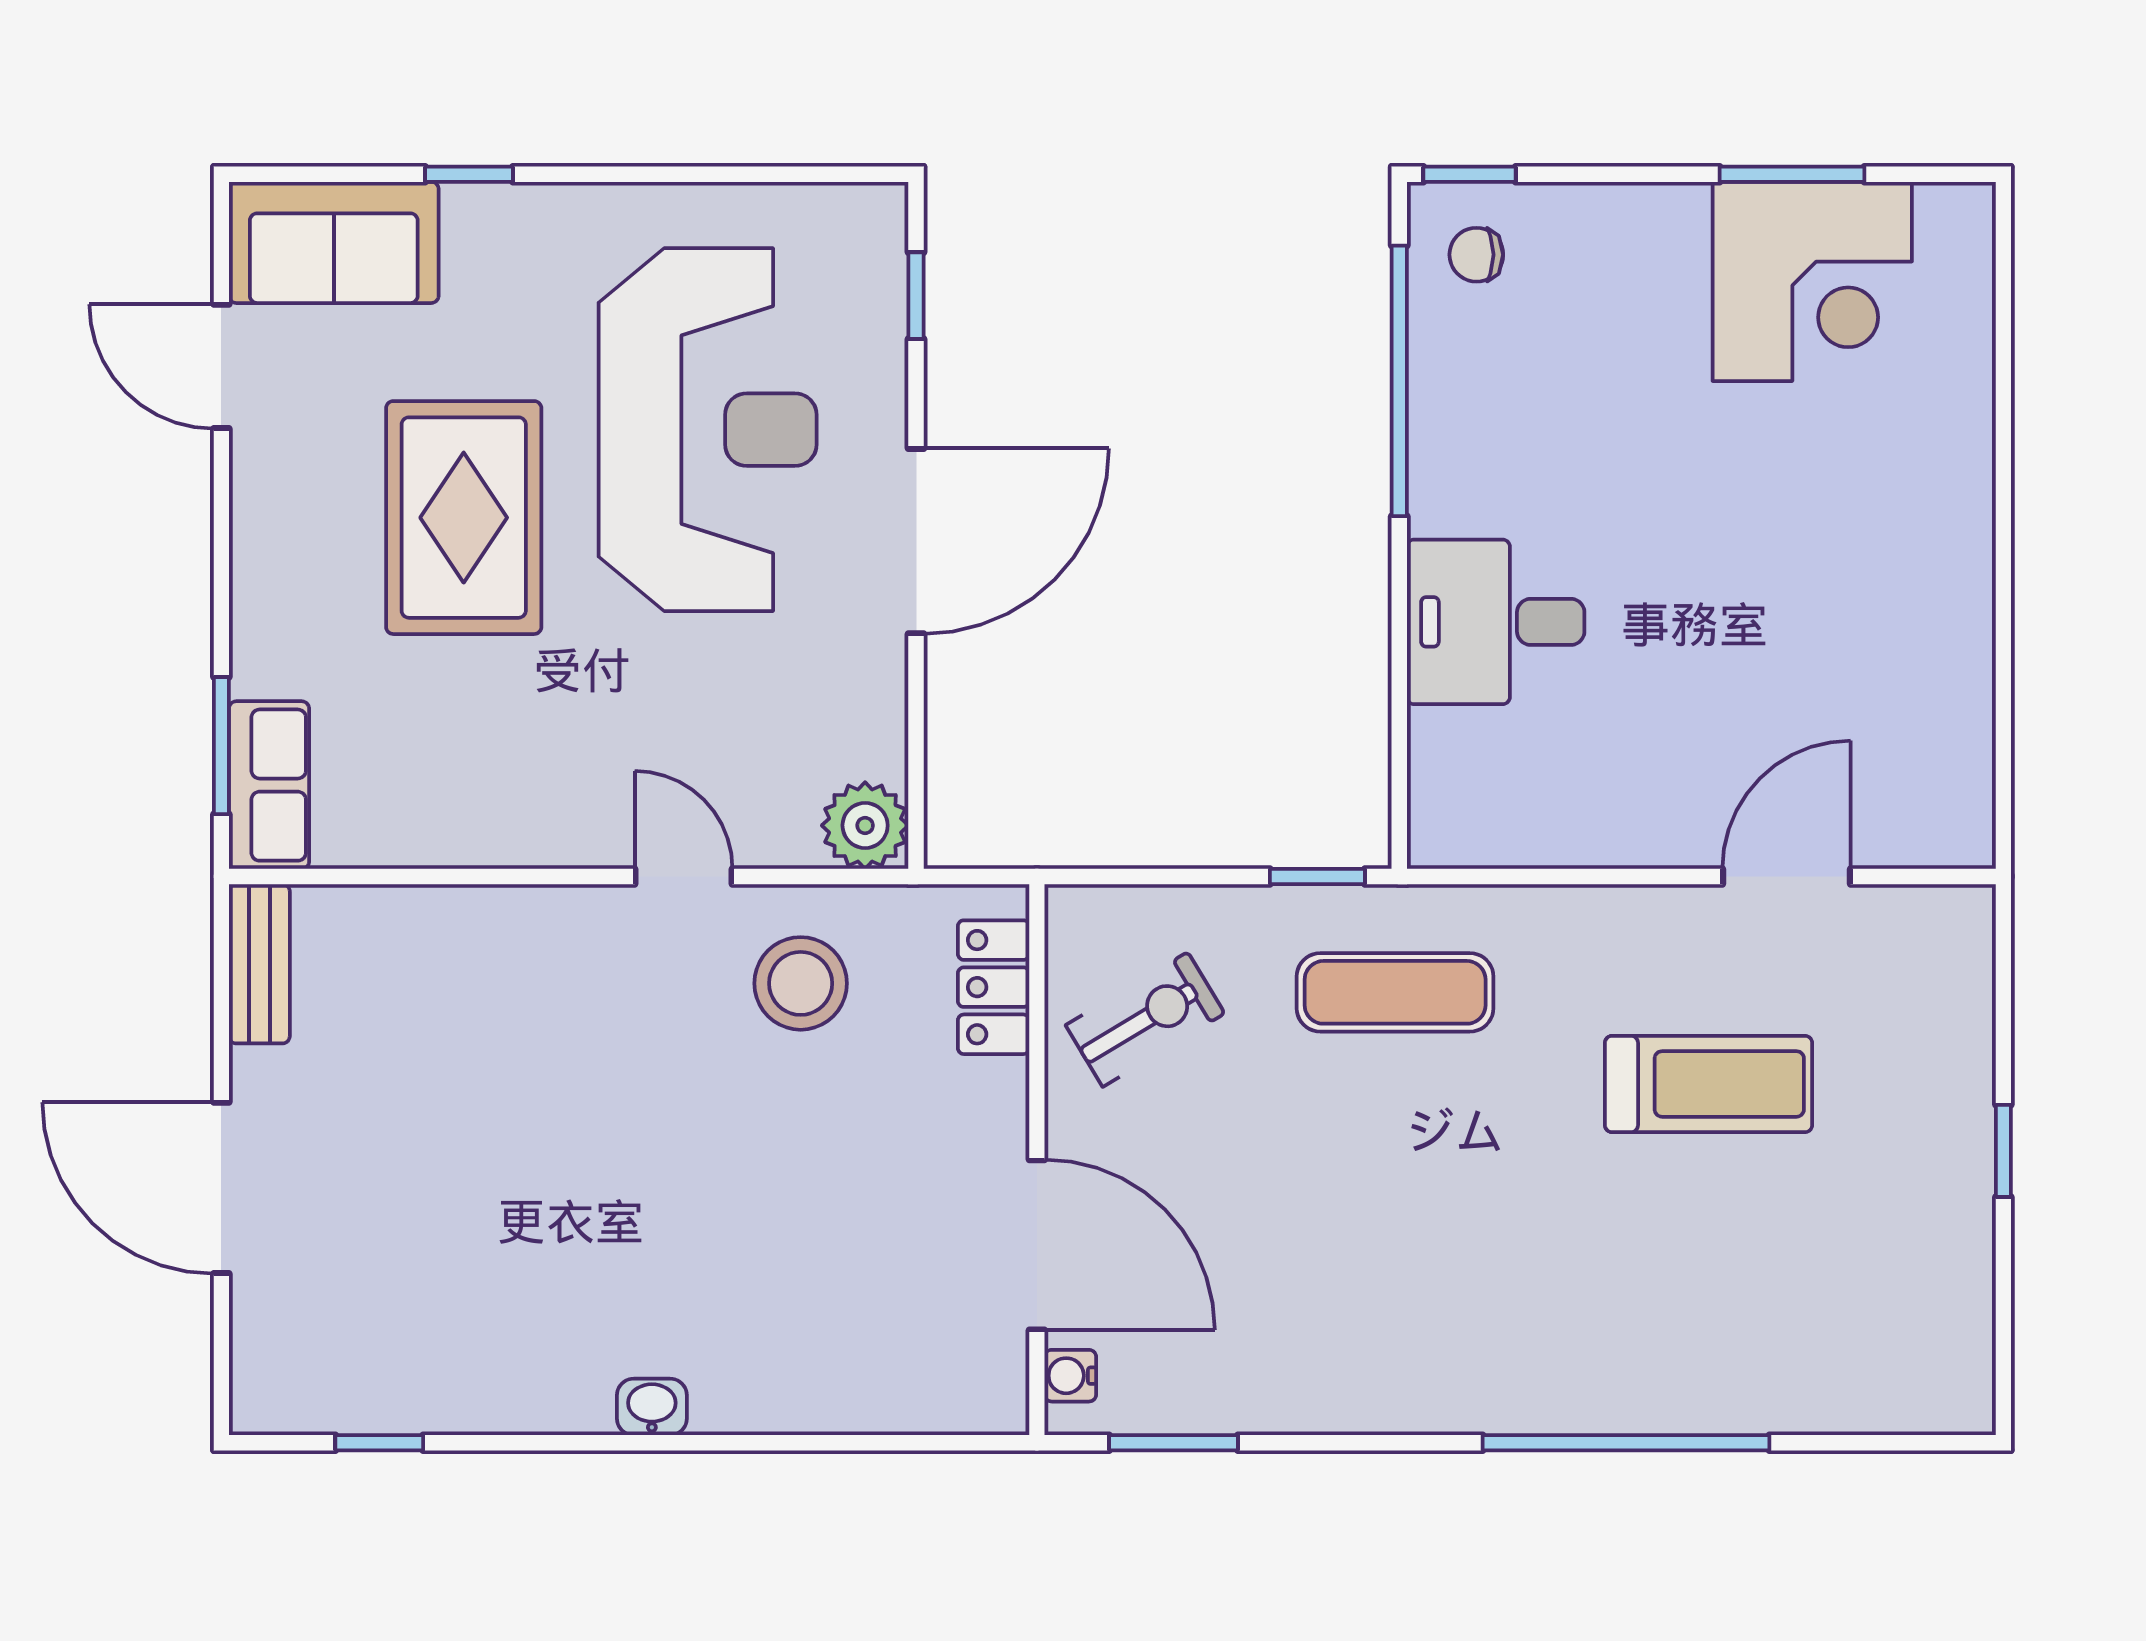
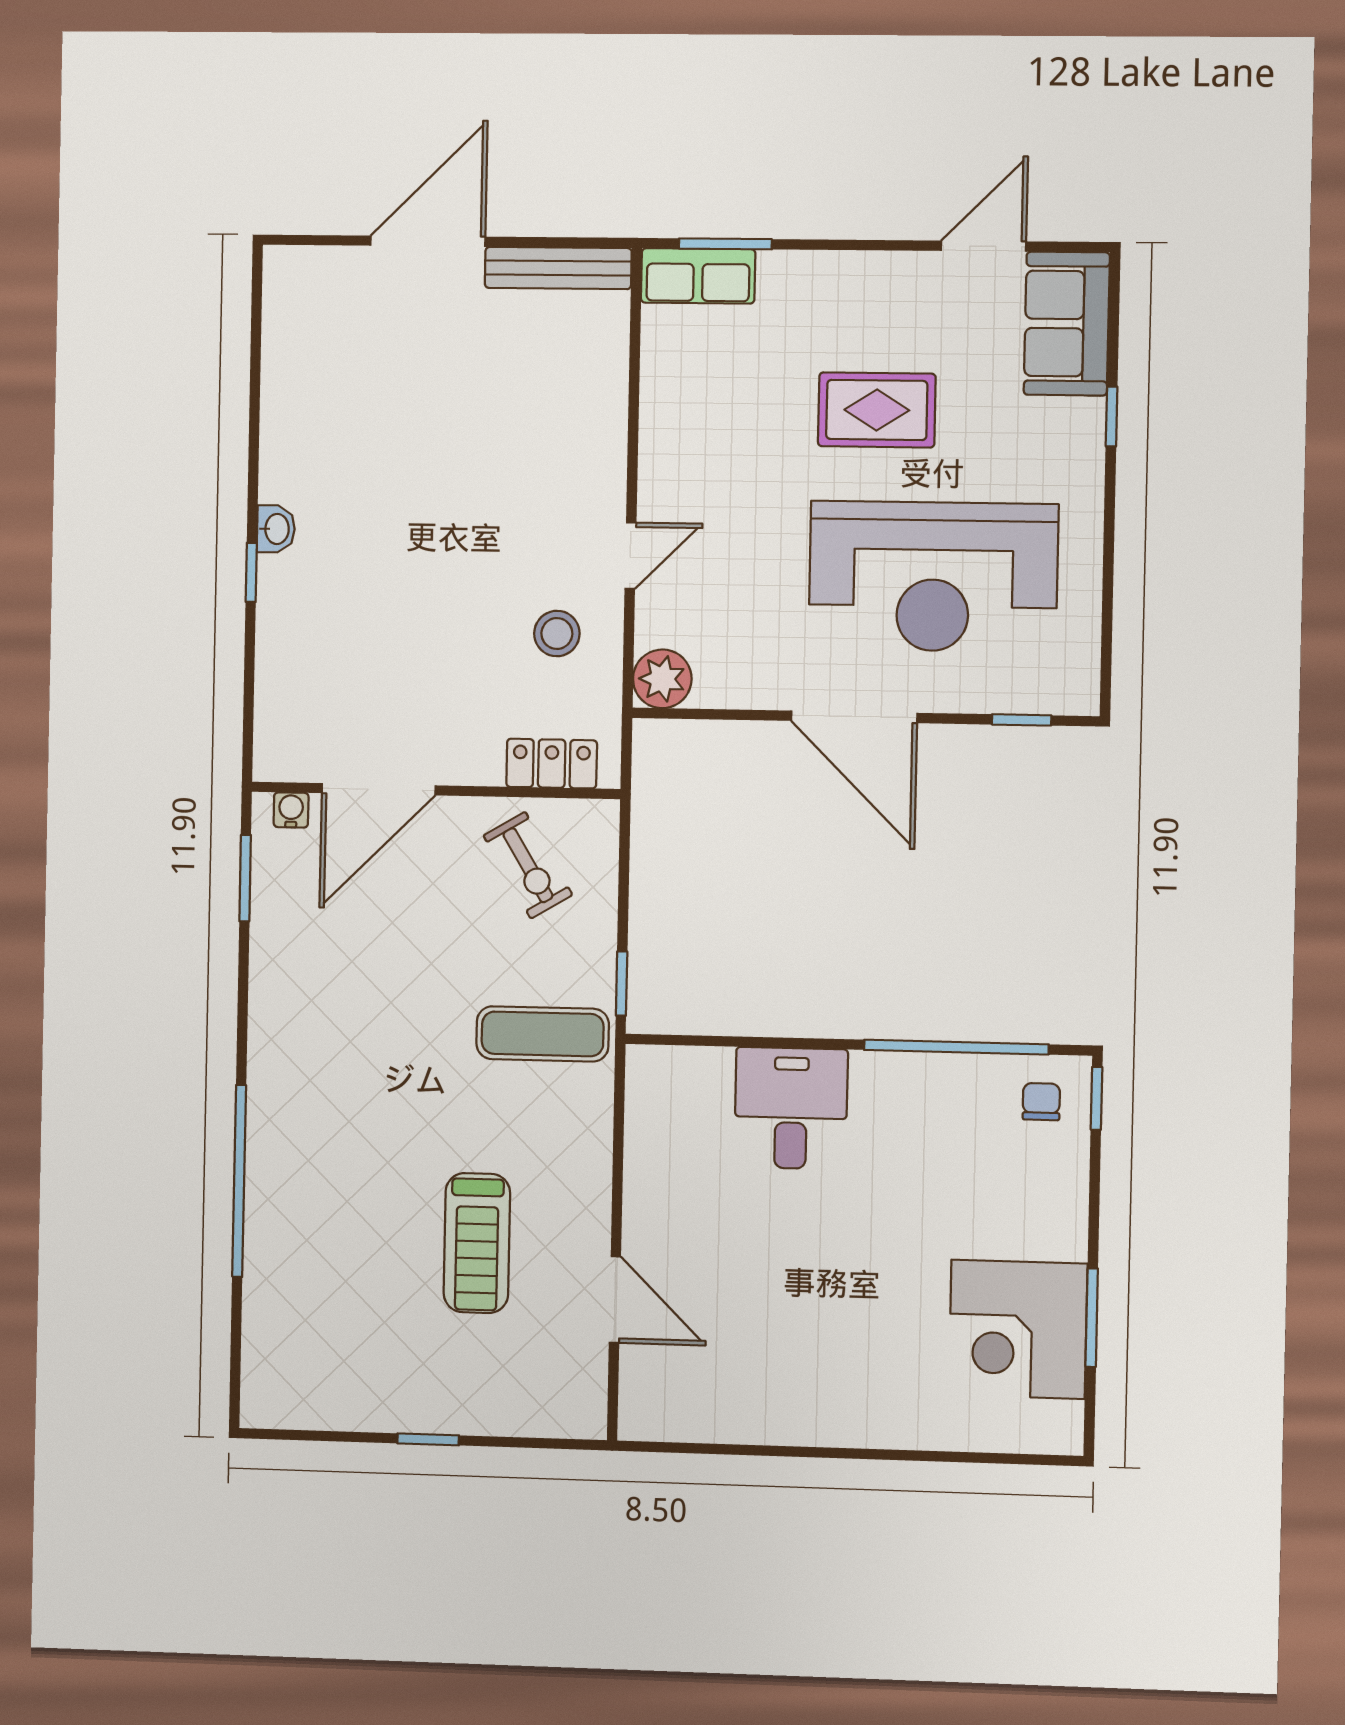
rug: (464, 518) -> (877, 410), width x0.73, depth x0.70
bench: (259, 964) -> (558, 268), width x1.36
stool: (801, 983) -> (557, 634), width x0.73, depth x0.73
exercise mat: (1395, 992) -> (543, 1034), turned 90
window: (379, 1443) -> (251, 572), moved

